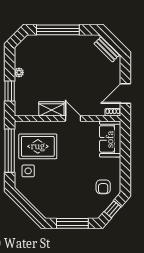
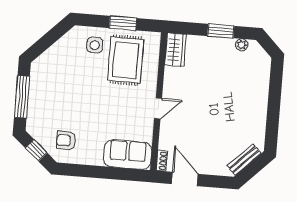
window: (58, 30) -> (274, 98), removed
plant: (19, 72) -> (242, 45), moved
window: (10, 91) -> (221, 31), moved
wardrobe: (51, 109) -> (175, 50), moved
window: (10, 151) -> (123, 23), width x0.47

